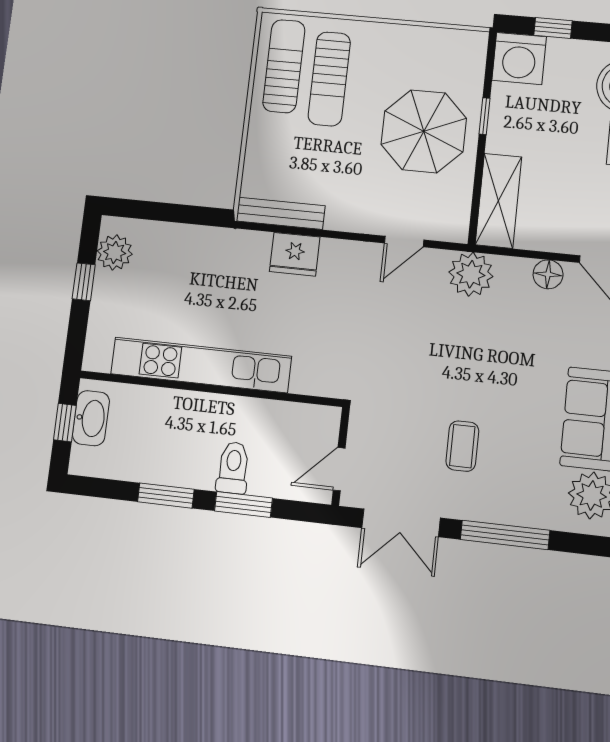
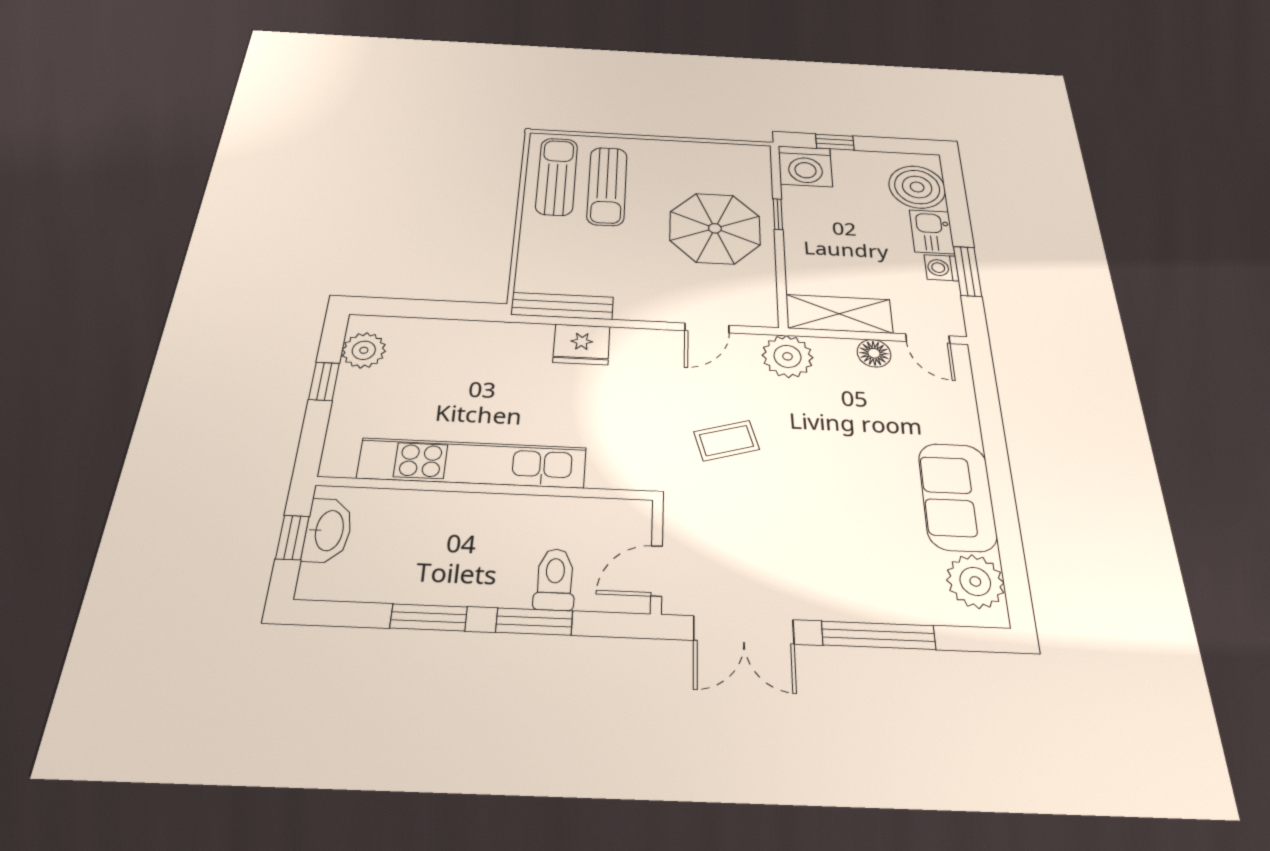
shelving: (498, 201) -> (839, 314), moved, turned 90
coffee table: (462, 446) -> (727, 441), moved, turned 74
toilet: (233, 468) -> (555, 579), moved

